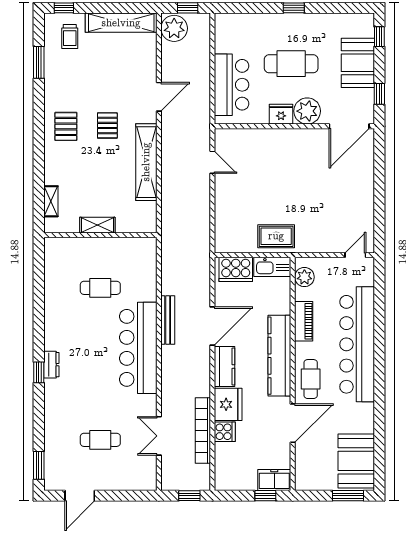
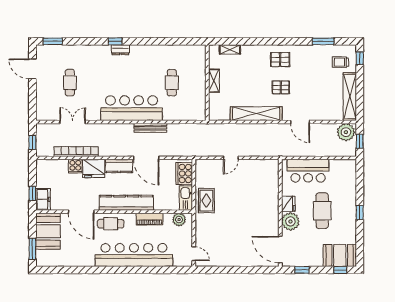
booth: (358, 63) -> (340, 255), moved
door: (212, 162) -> (231, 158), moved
booth: (356, 461) -> (48, 231), moved, turned 90

